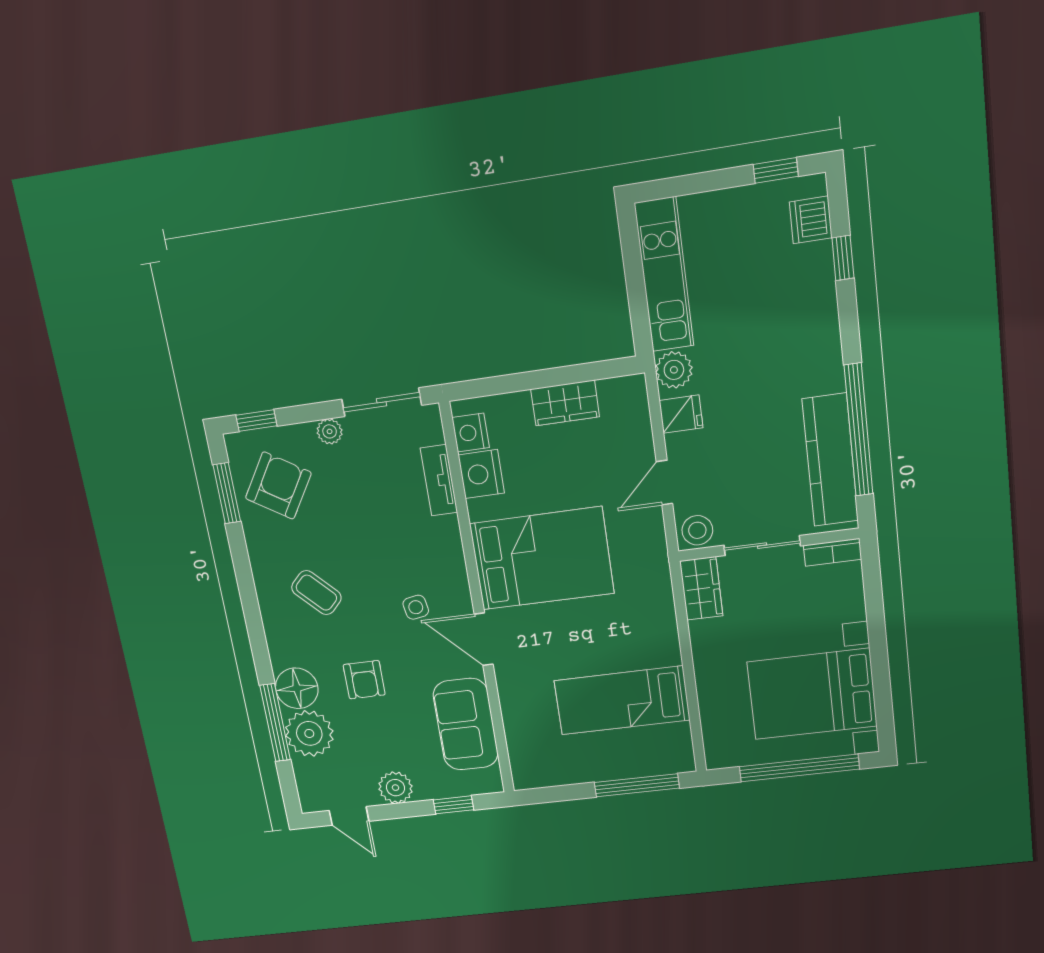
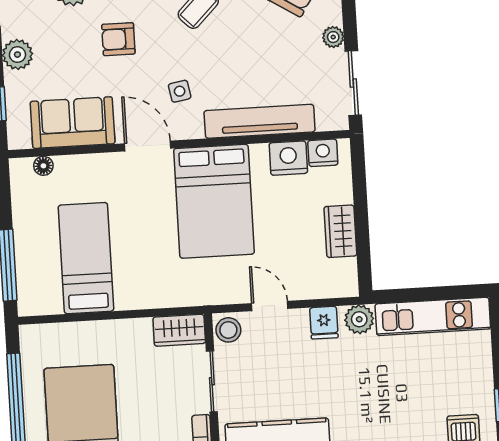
tv unit: (439, 480) -> (260, 121), width x1.92, depth x1.29
door: (484, 639) -> (148, 146), hinge flipped
floor lamp: (519, 753) -> (43, 166), added

